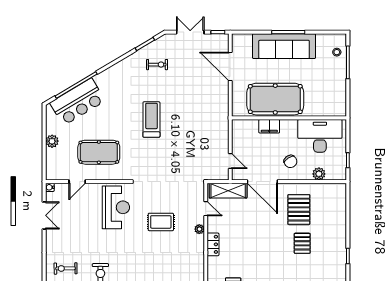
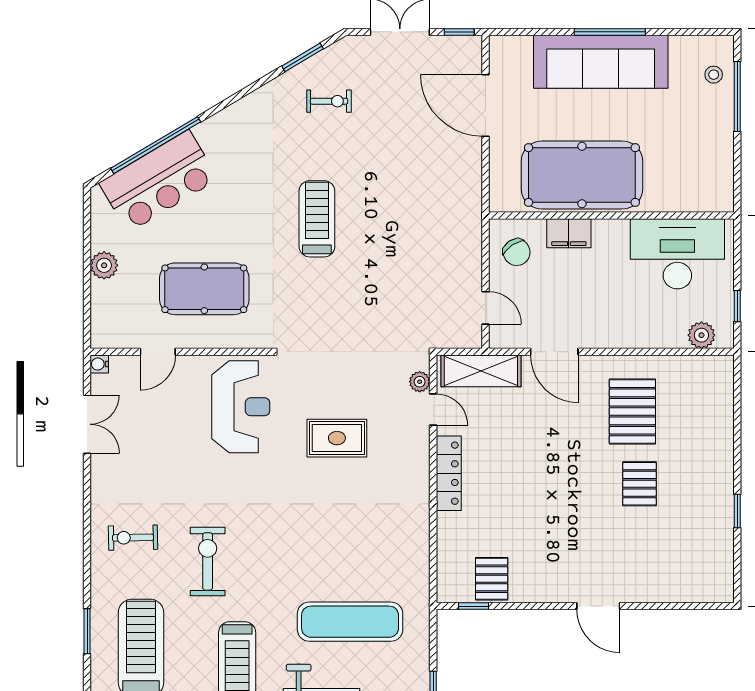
chair: (290, 161) -> (517, 252), moved
plant: (319, 174) -> (701, 335), moved
door: (262, 182) -> (554, 352), width x0.73
plant: (199, 229) -> (420, 382), moved
locker: (213, 244) -> (449, 473), width x1.53

